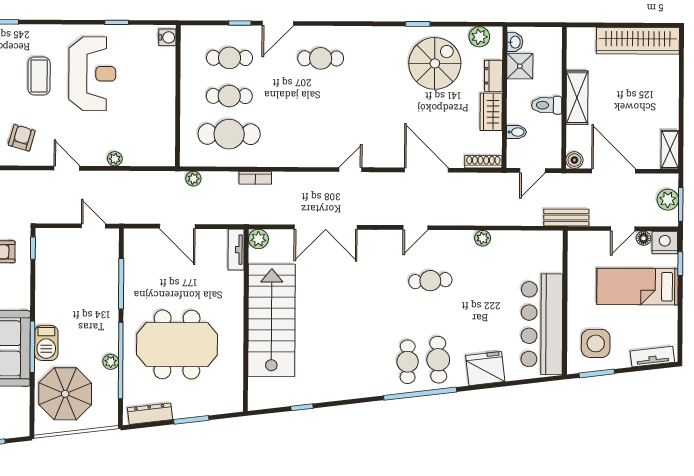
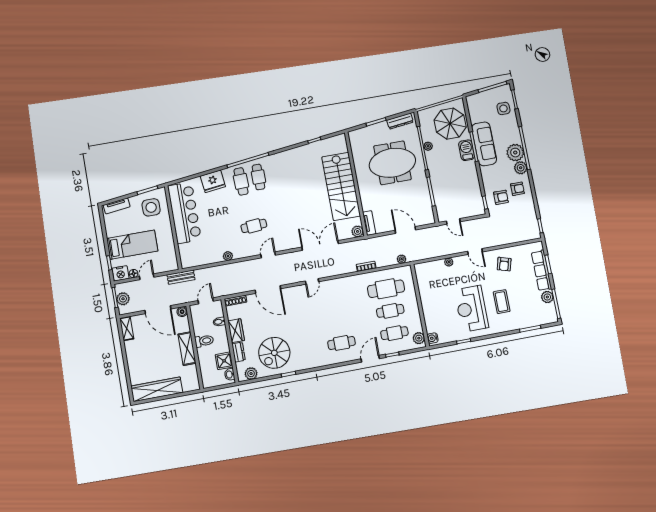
plant: (190, 42) -> (419, 338), added

